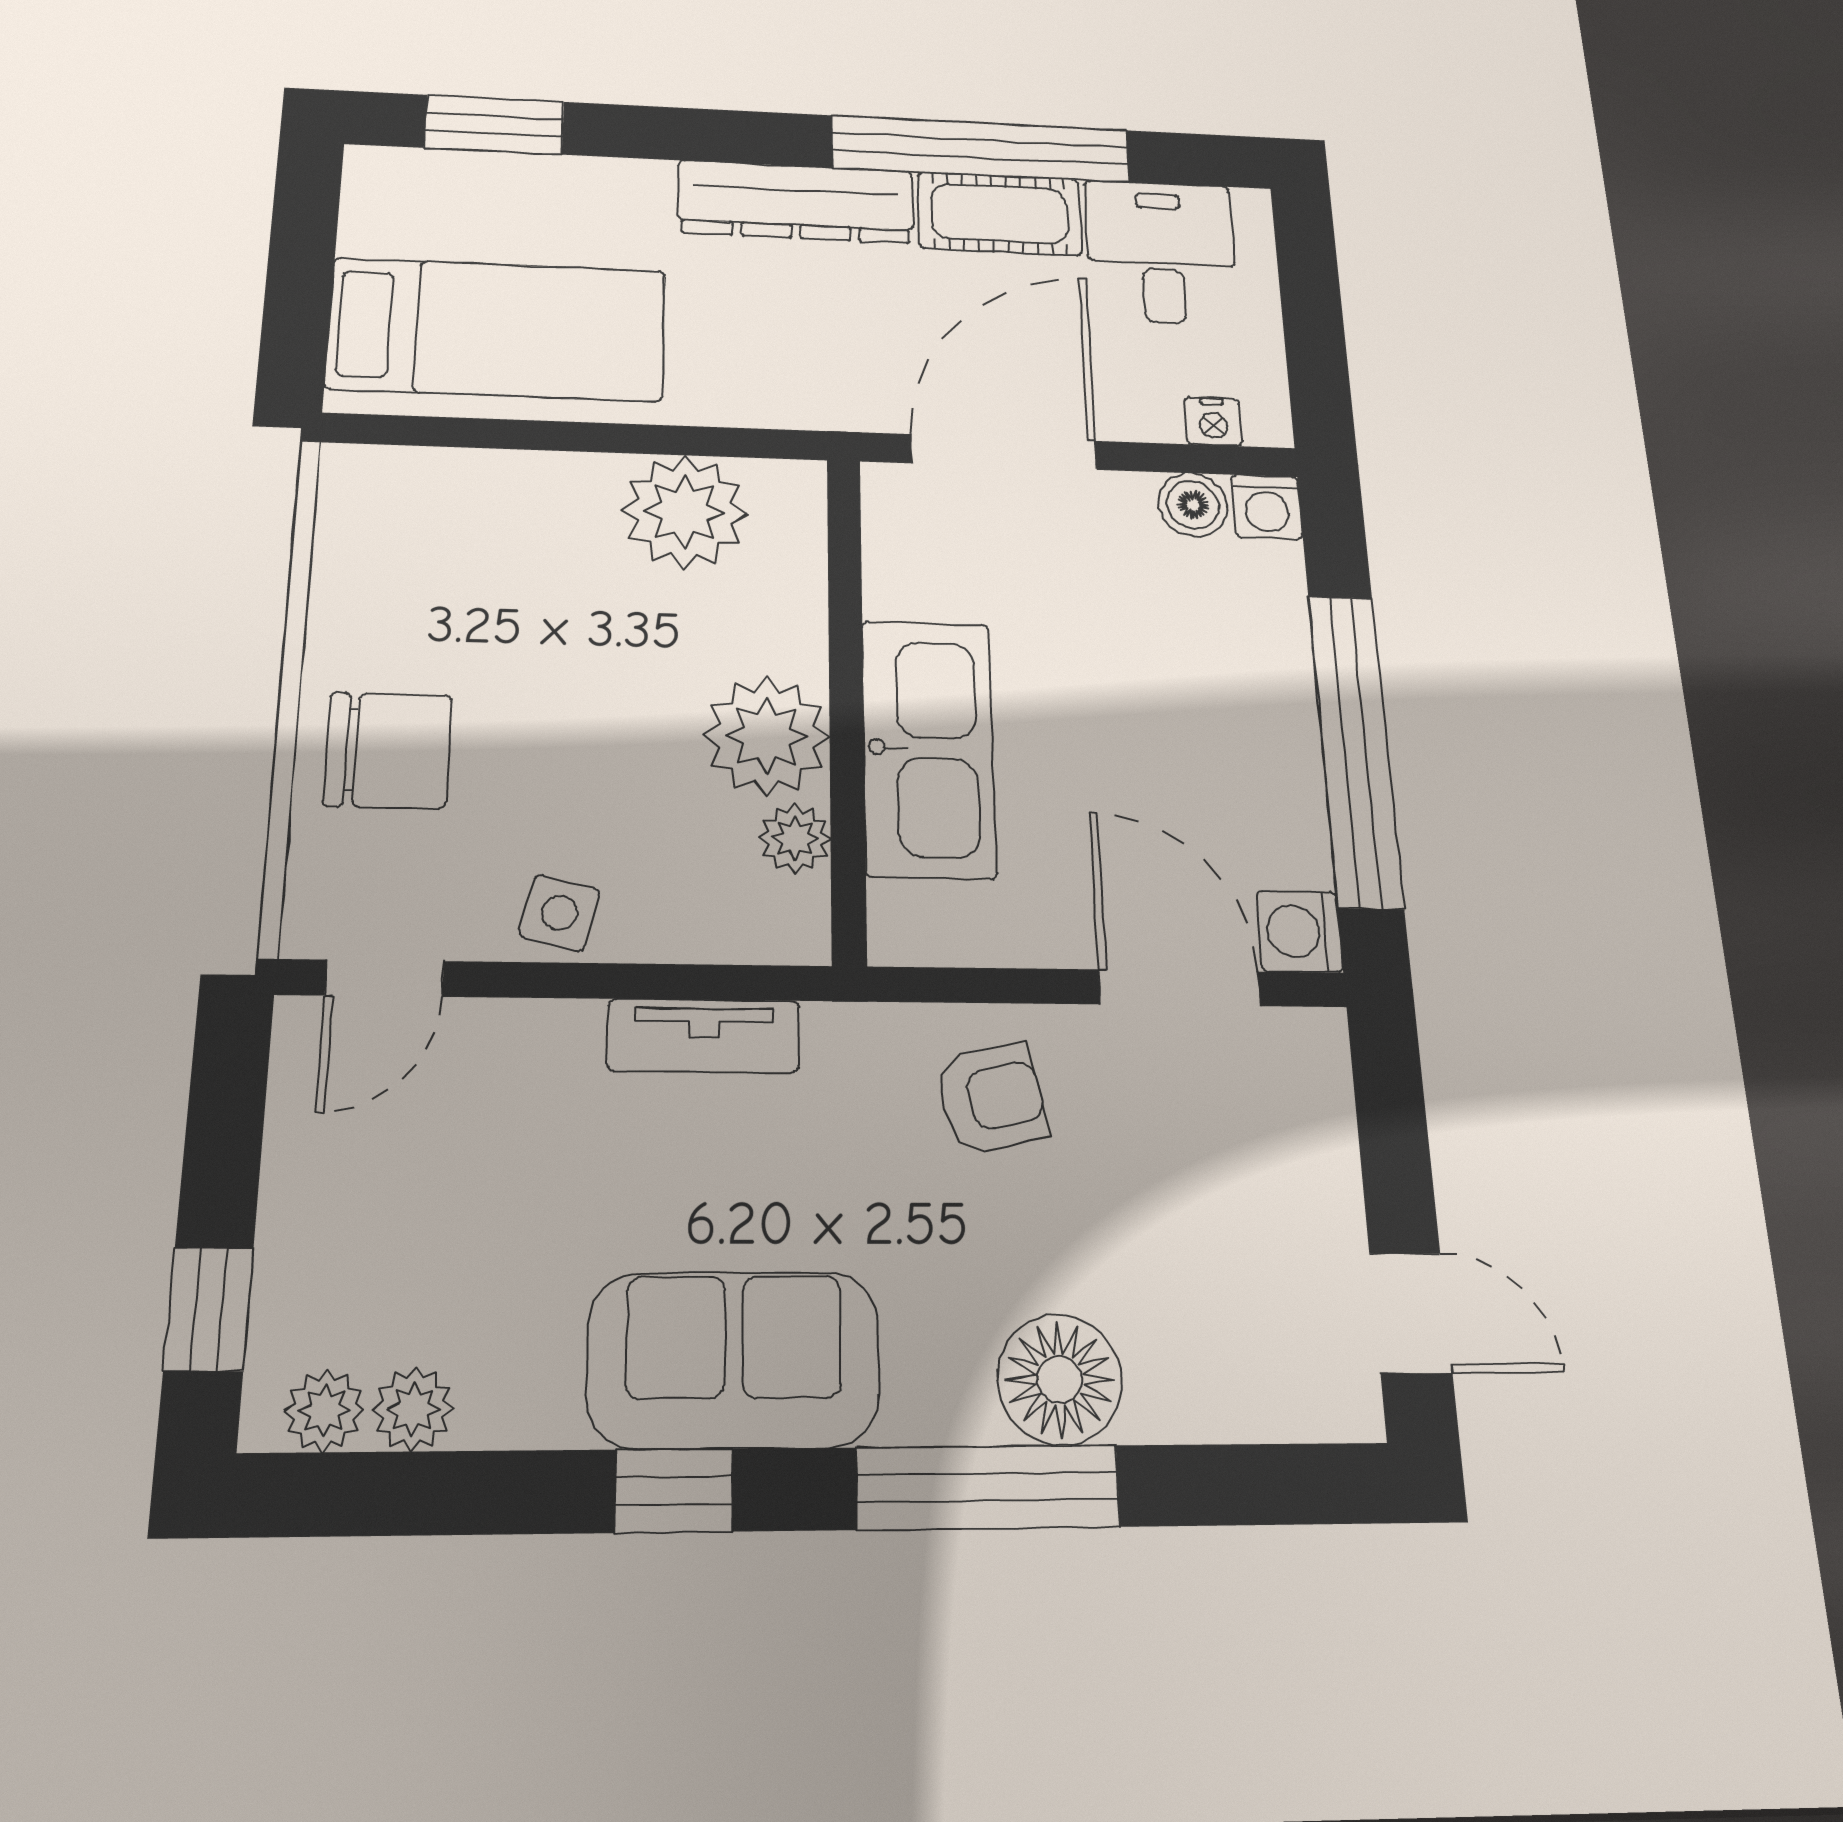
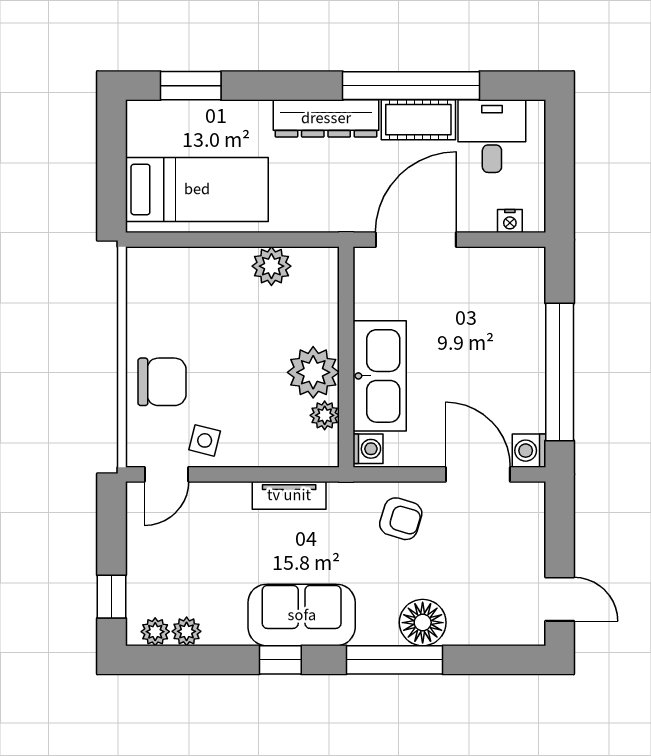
boiler: (1193, 505) -> (498, 262), removed
washing machine: (1267, 507) -> (368, 449), moved, turned -90
plant: (685, 512) -> (271, 266), width x0.73, depth x0.73
side table: (560, 913) -> (205, 440), moved
armchair: (992, 1099) -> (401, 519), turned 30

